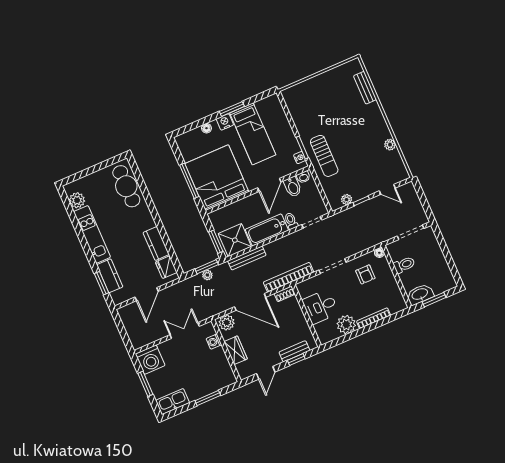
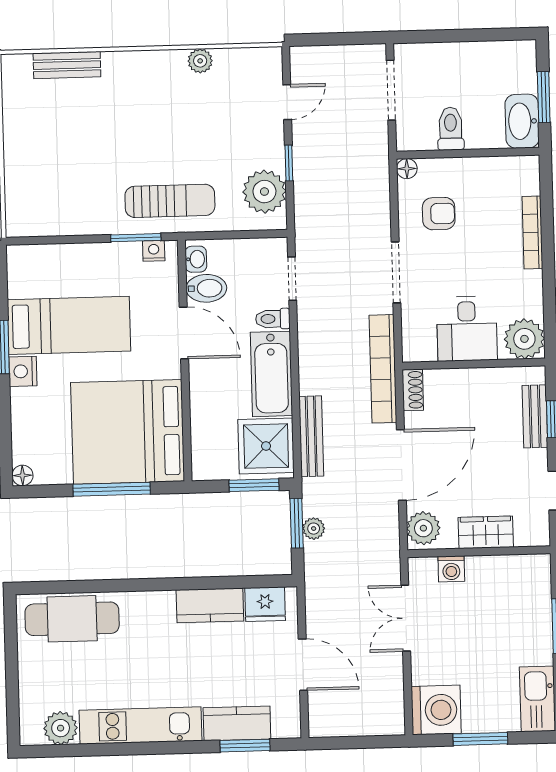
floor lamp: (206, 128) -> (23, 475), moved
plant: (347, 200) -> (264, 192), width x1.87, depth x1.87
plant: (346, 325) -> (524, 339), moved

